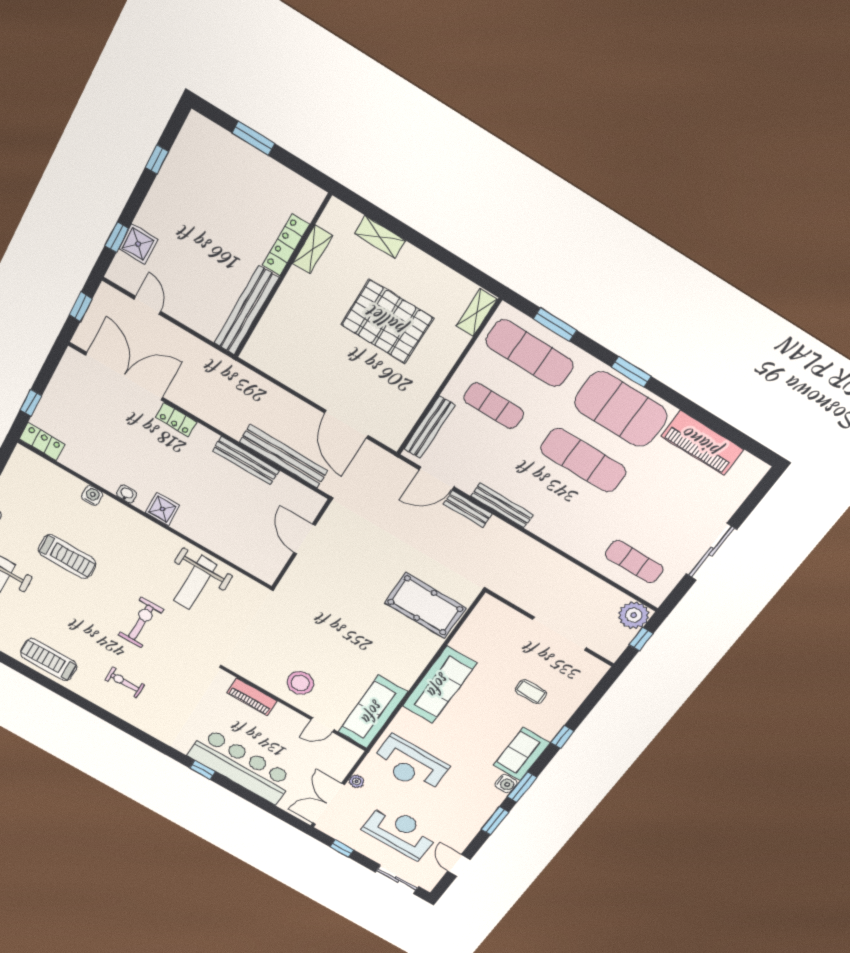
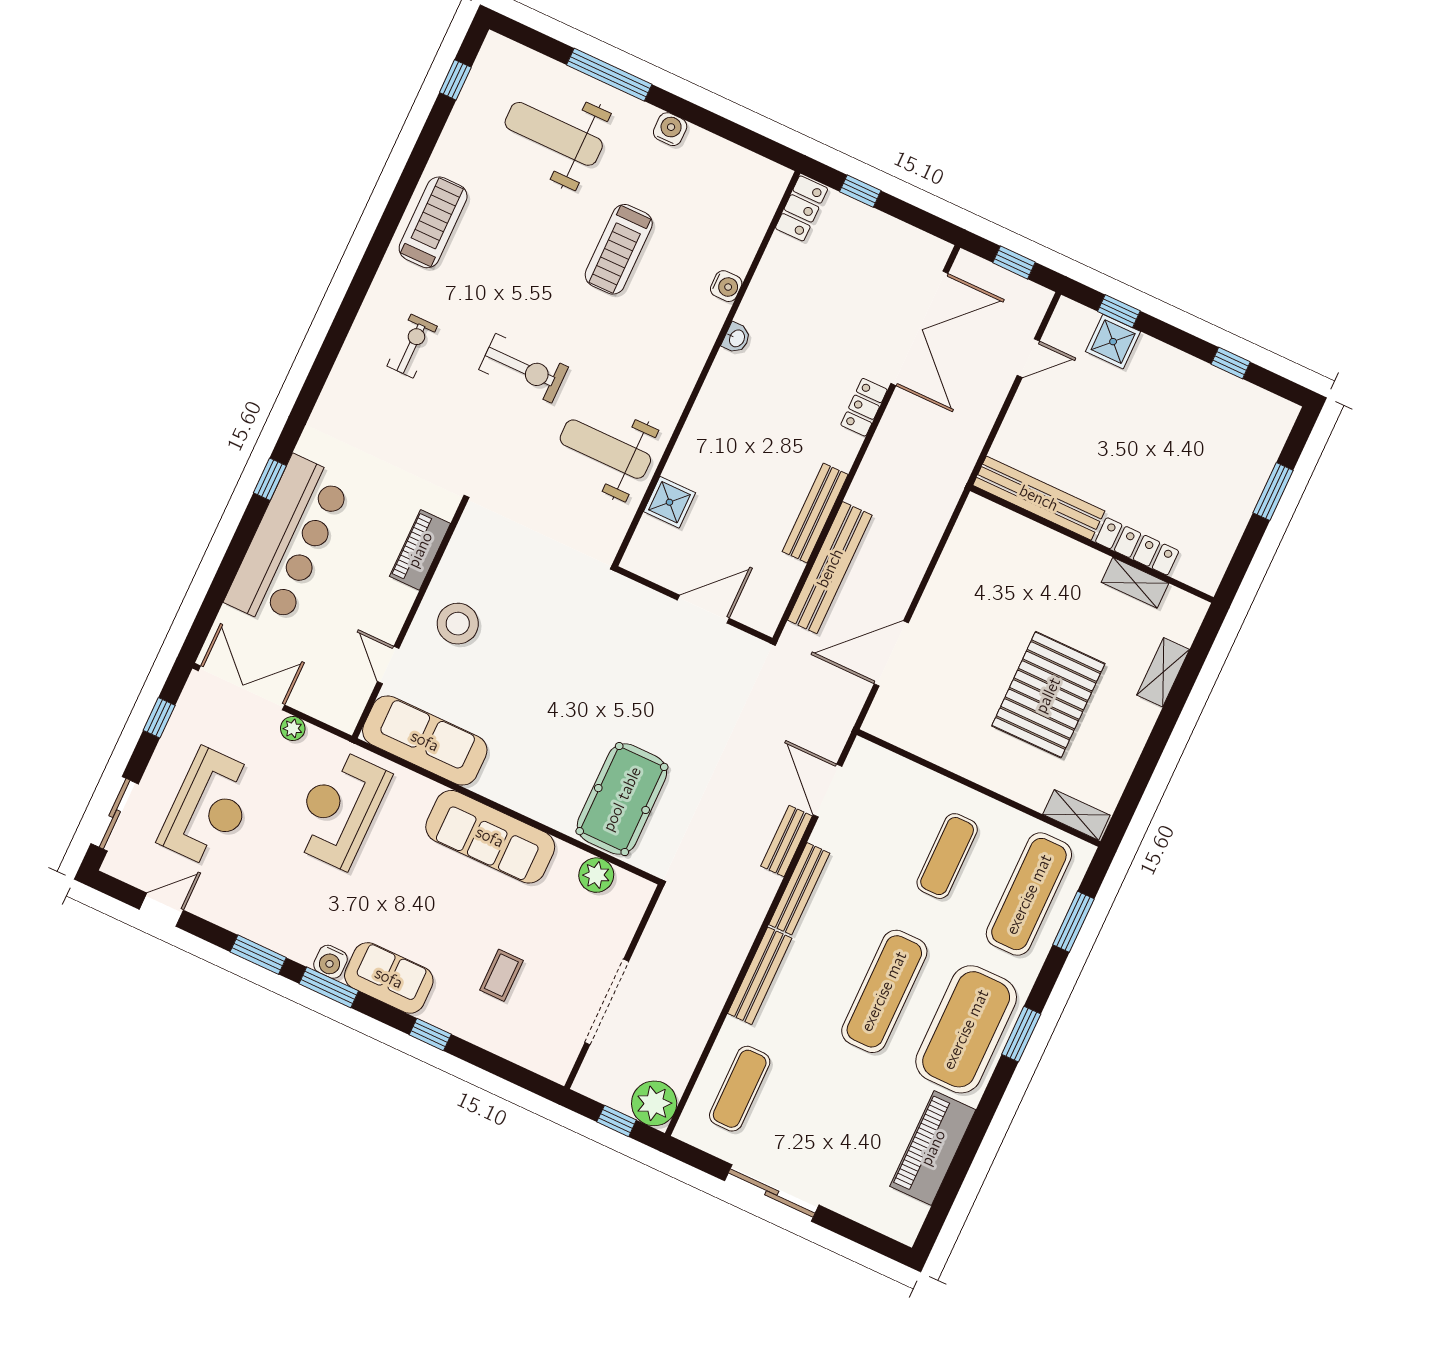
bench: (430, 427) -> (760, 976), moved, turned 90
shower: (162, 509) -> (669, 502), moved
plant: (474, 628) -> (596, 875), added

